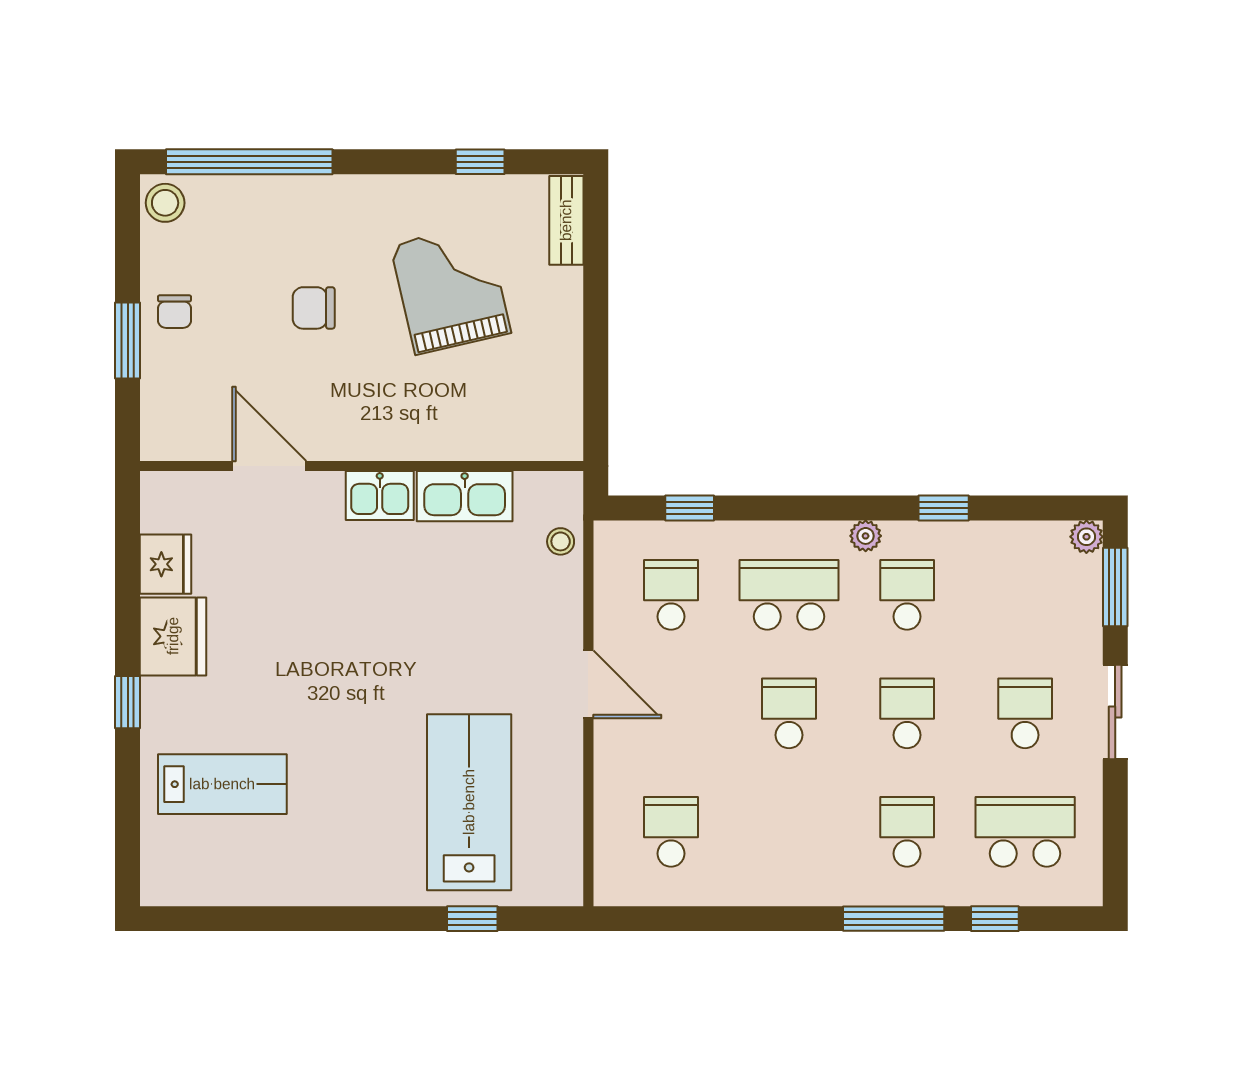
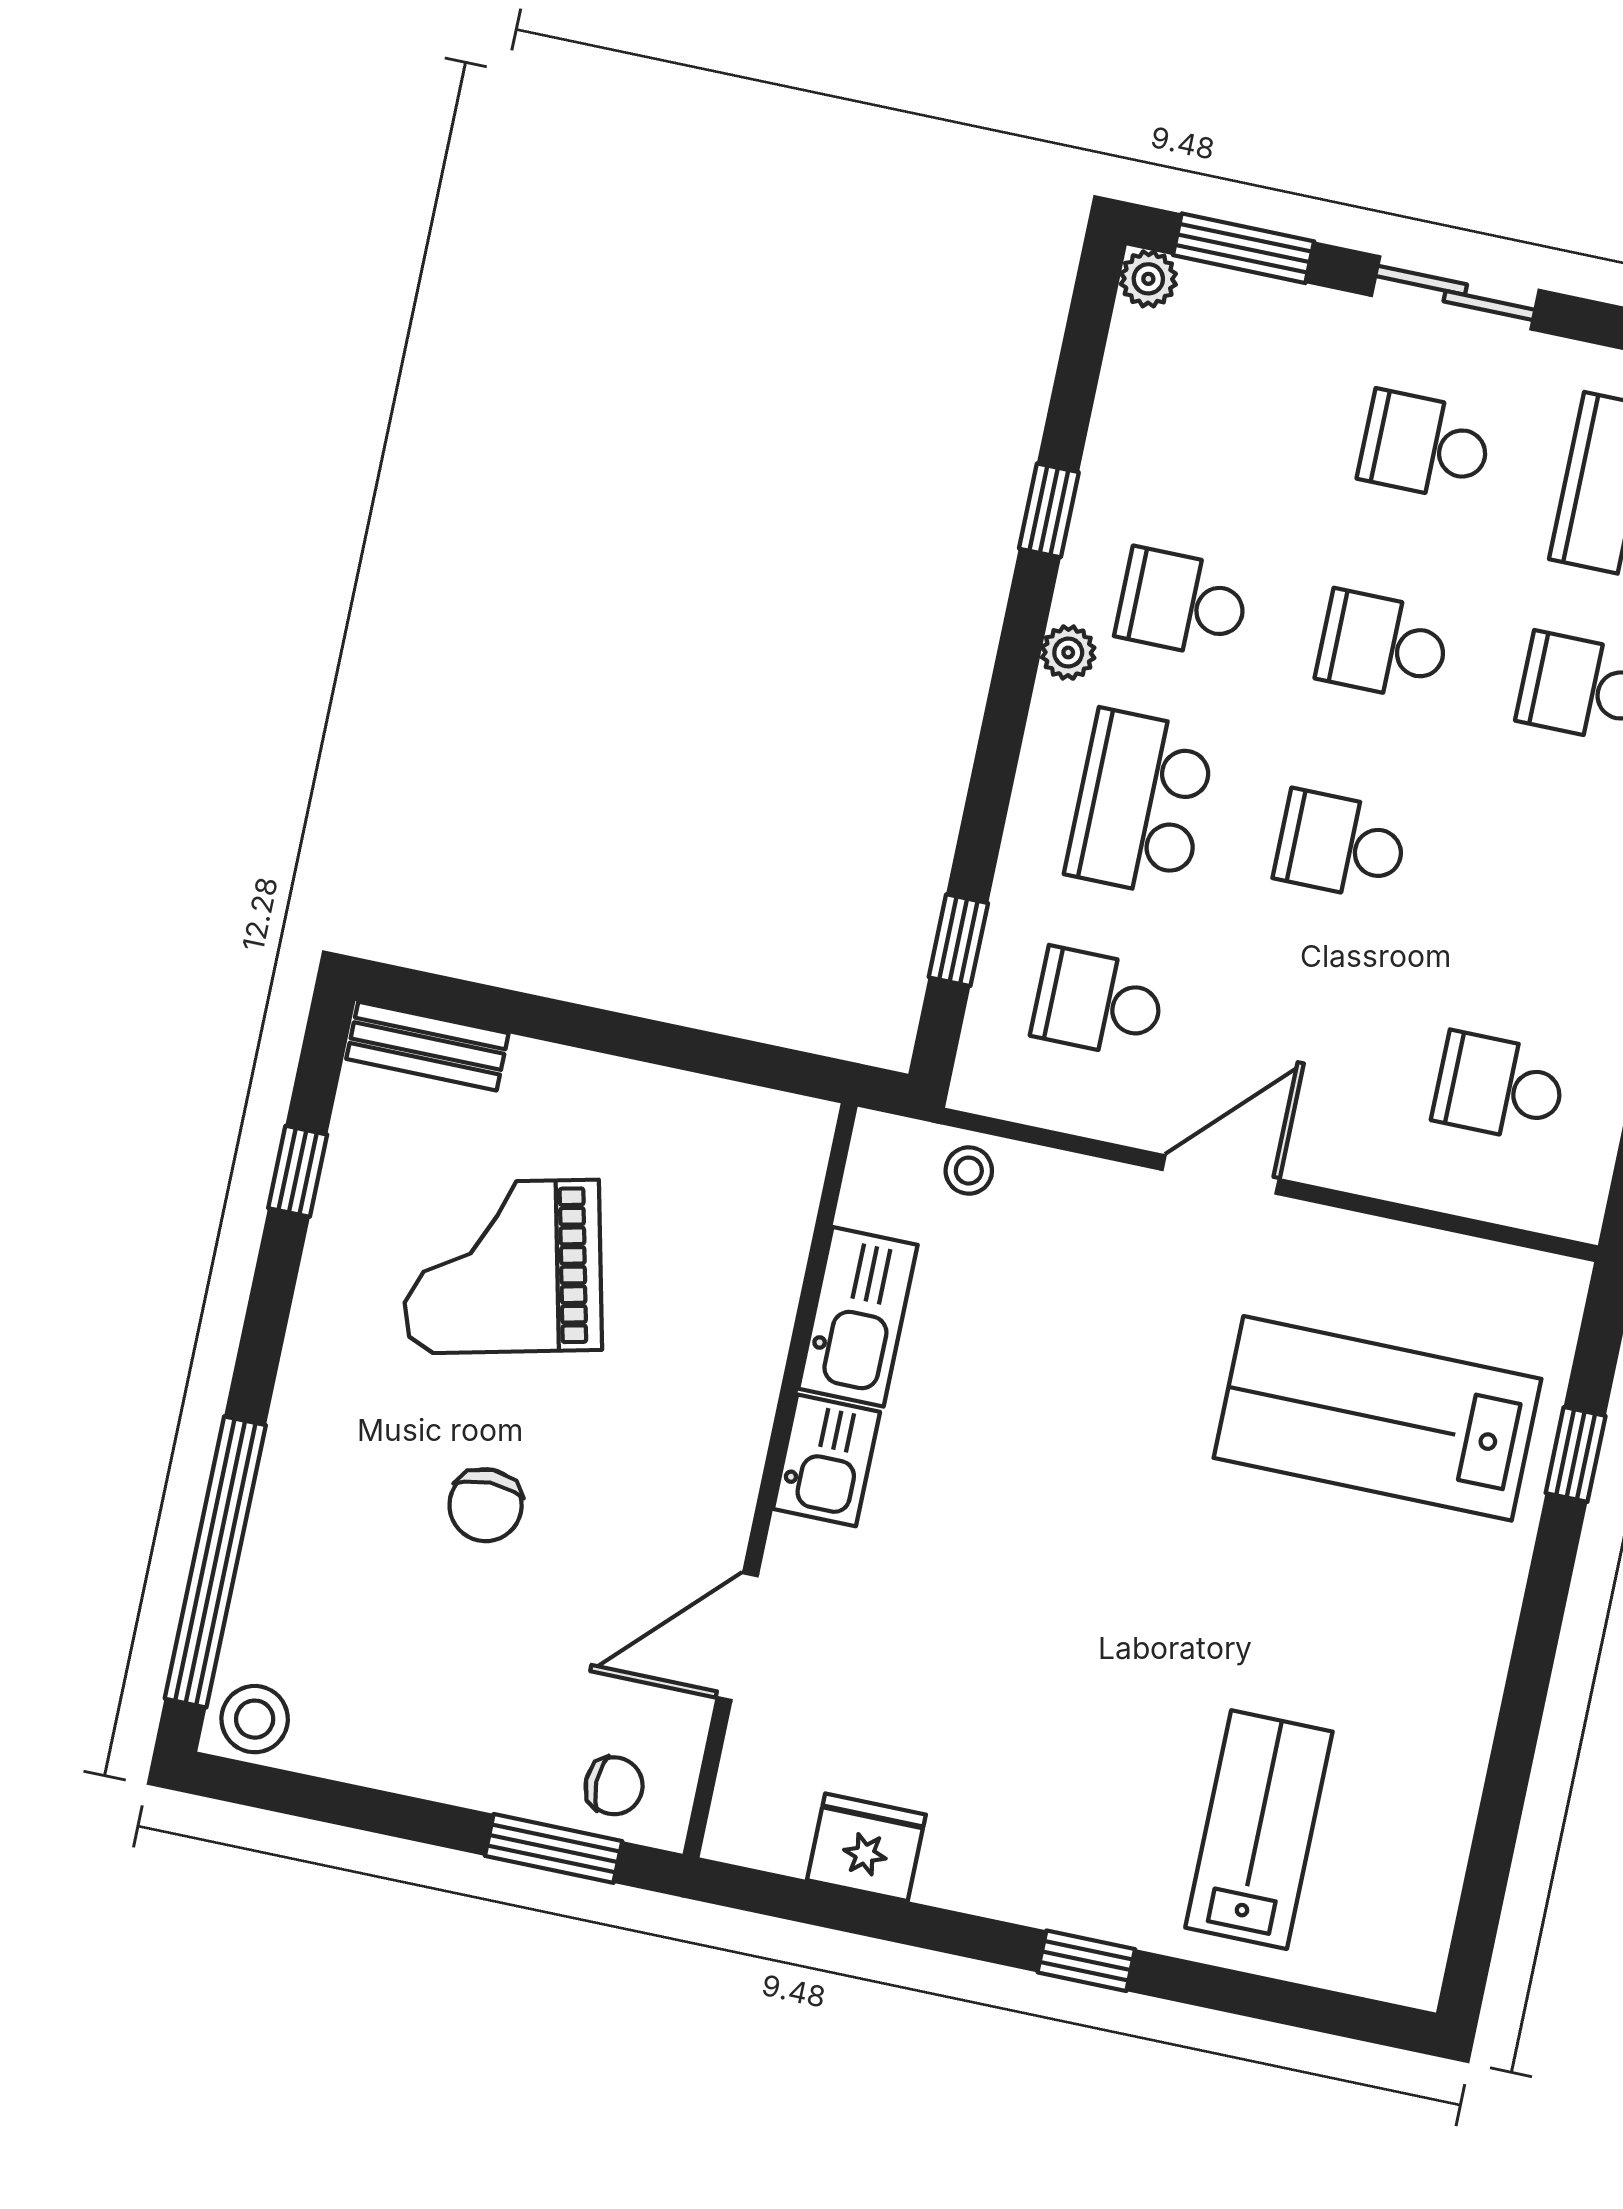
chair: (174, 312) -> (614, 1786), moved
window: (128, 341) -> (554, 1848), moved
fridge: (173, 636) -> (991, 1860), removed

